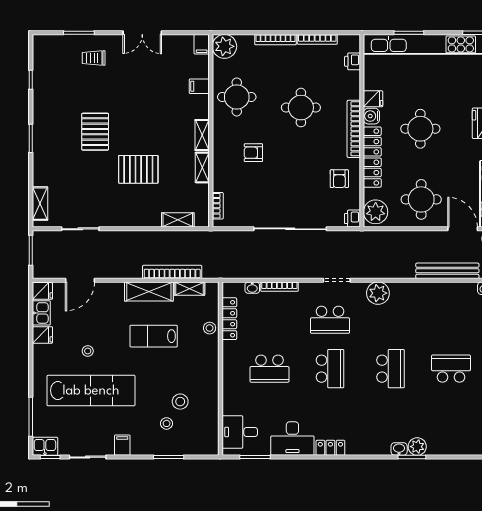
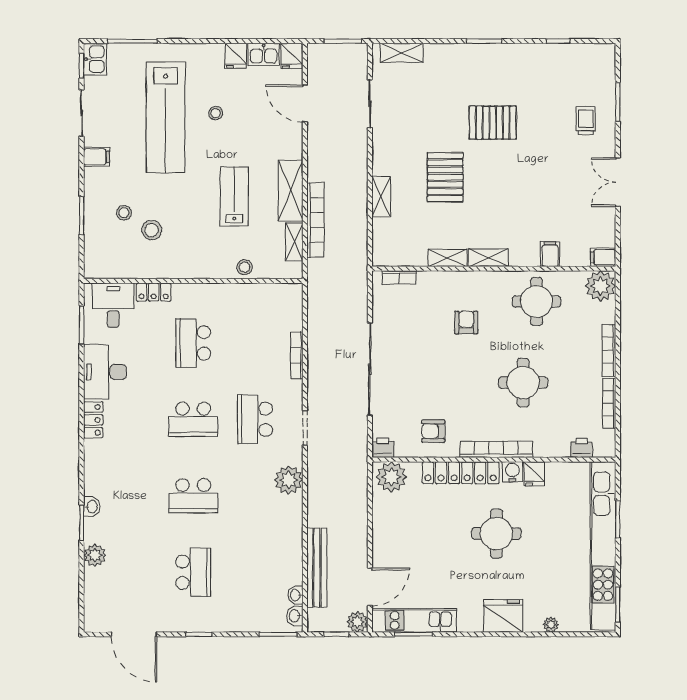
round table: (421, 199) -> (407, 535), removed
shelving: (178, 220) -> (381, 197), moved
washbasin: (252, 288) -> (296, 595), moved
locker: (229, 319) -> (154, 292), moved, width x0.66
plant: (417, 447) -> (95, 555), moved

